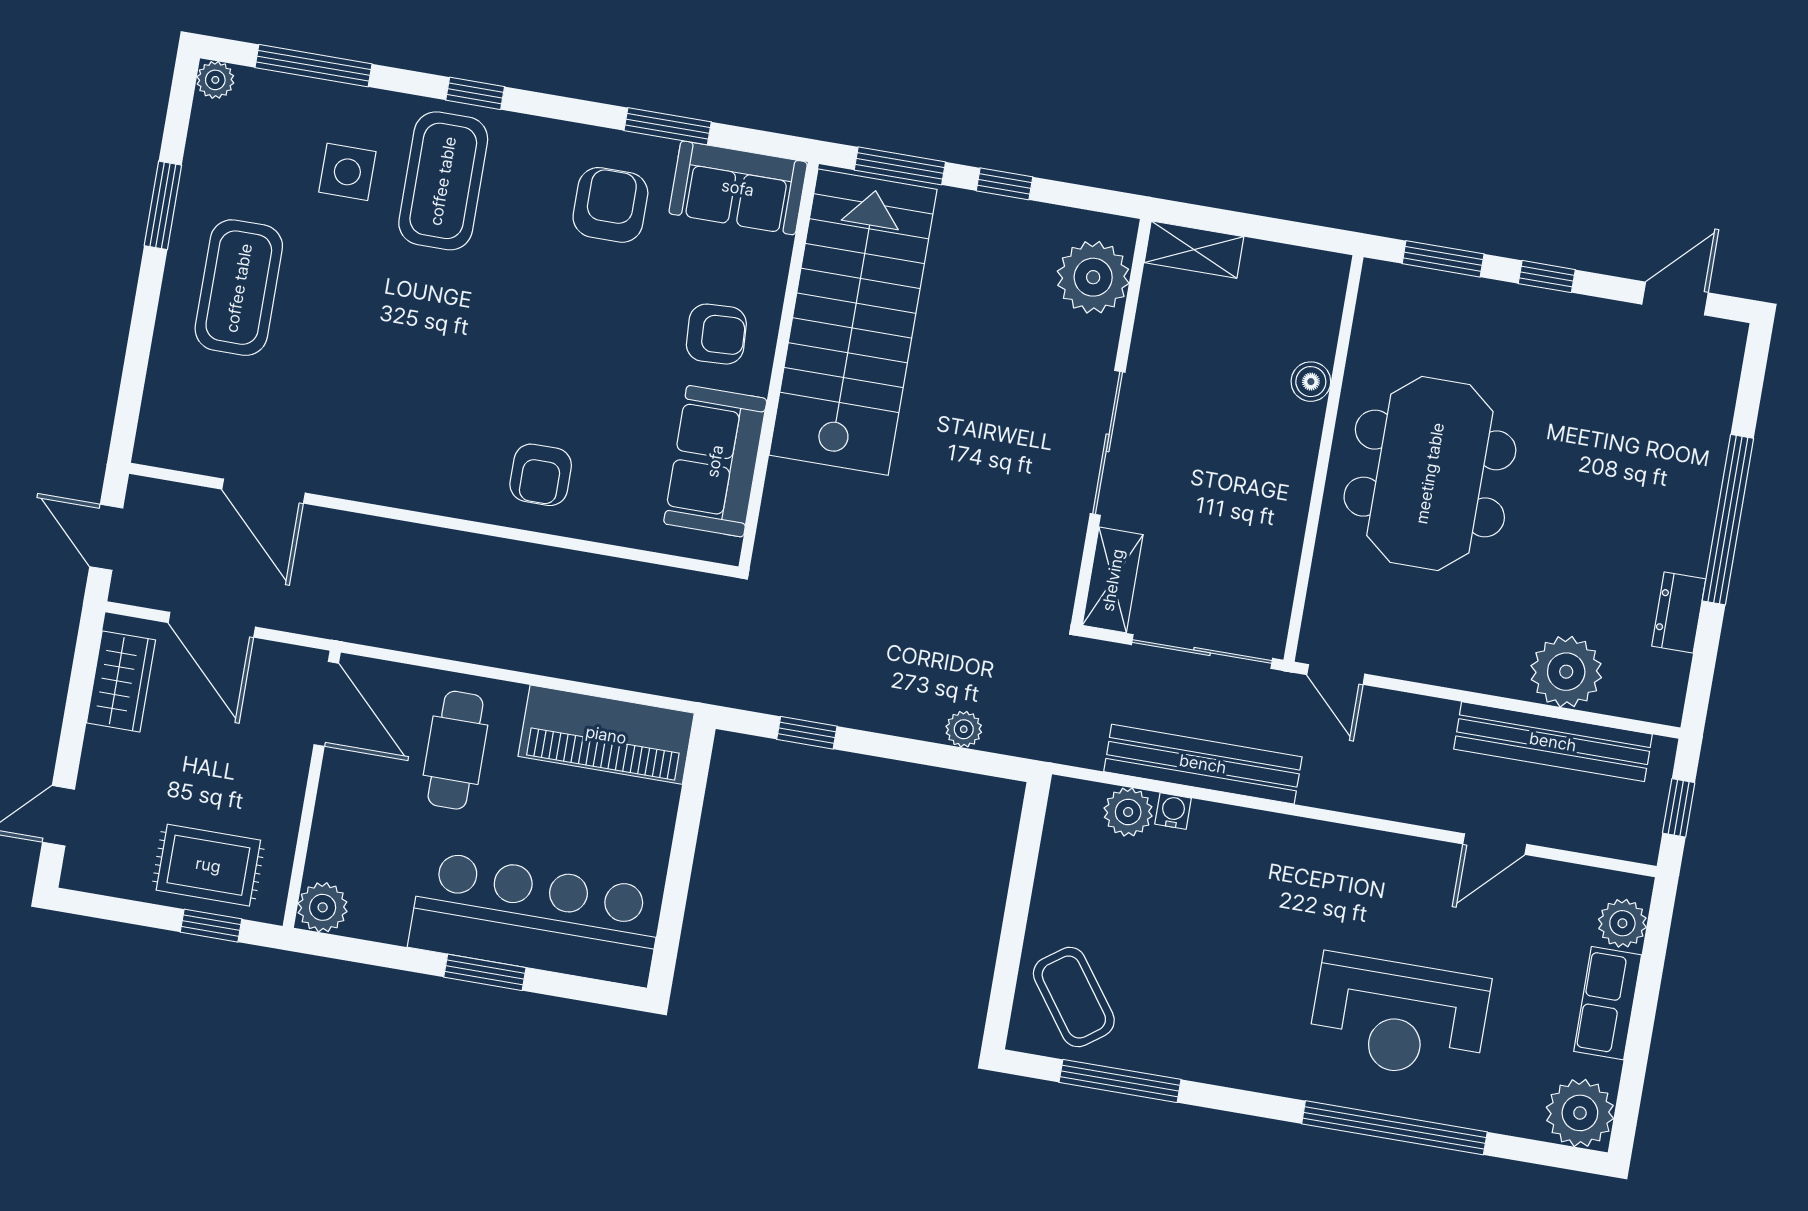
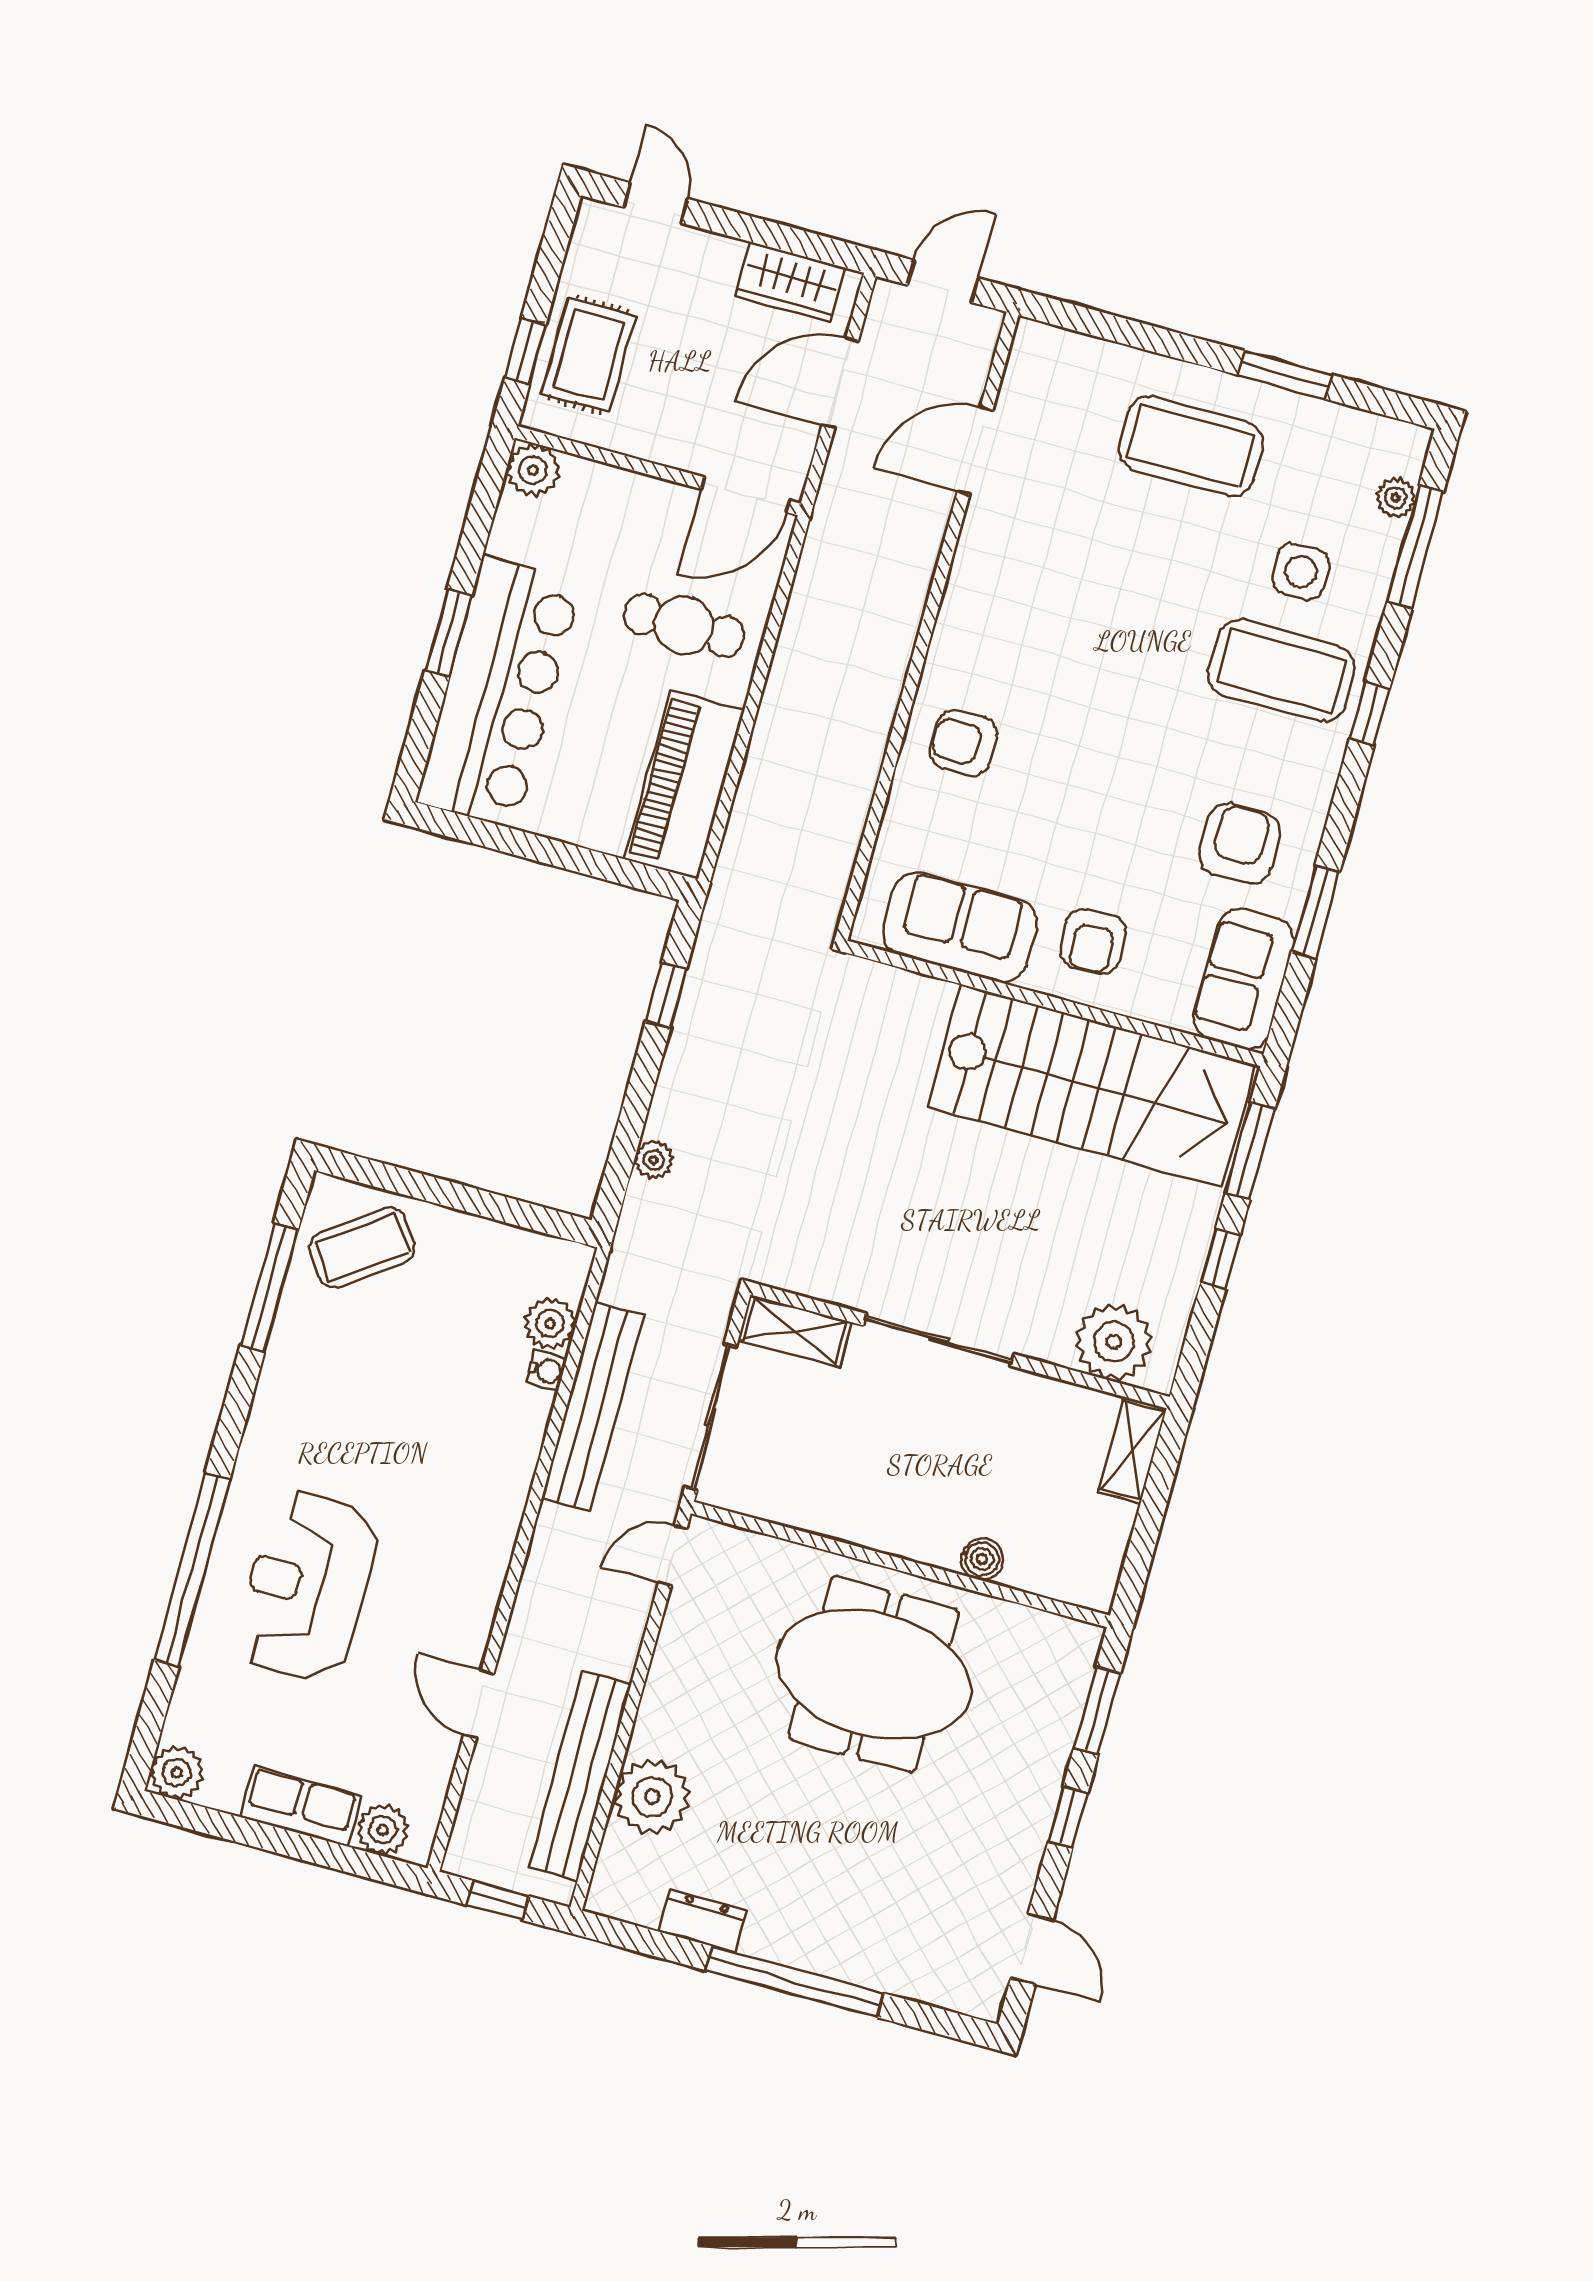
plant: (215, 80) -> (1396, 498), moved
armchair: (610, 205) -> (1239, 844), turned -90
plant: (1580, 1113) -> (177, 1773), width x0.73, depth x0.73

